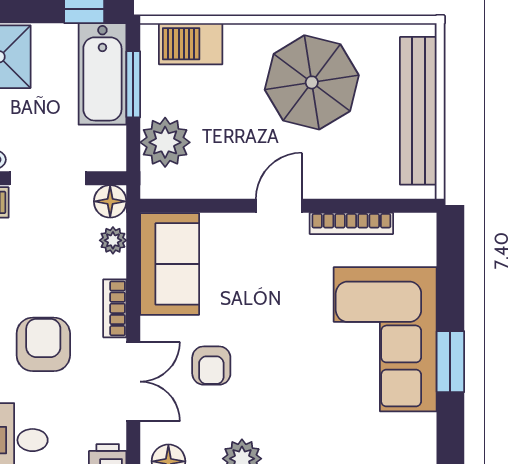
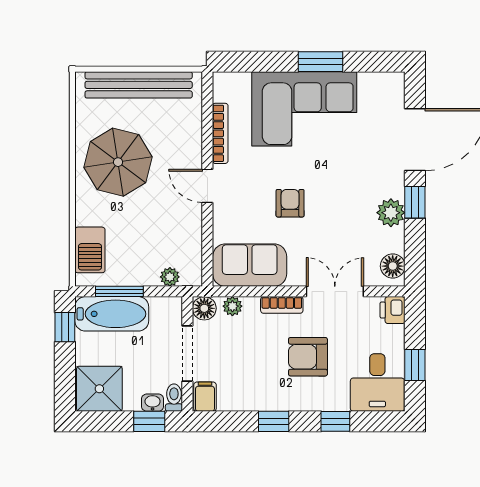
plant: (165, 142) -> (170, 277), width x0.53, depth x0.53
armchair: (211, 366) -> (290, 203), moved, turned -90

